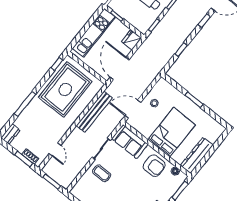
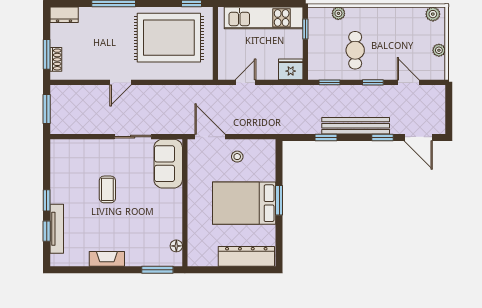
door: (120, 68) -> (245, 82), width x0.53
bench: (94, 112) -> (356, 126), moved
bed: (172, 132) -> (244, 203), moved, turned 180
door: (55, 149) -> (121, 82), moved
dresser: (197, 155) -> (246, 256), moved
armchair: (154, 166) -> (163, 216), removed
coffee table: (102, 173) -> (107, 189), moved

